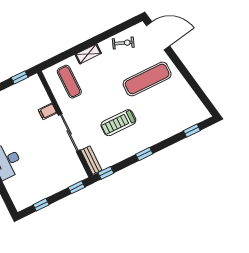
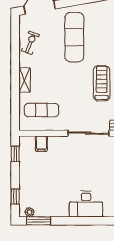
filing cabinet: (47, 111) -> (41, 144), moved
treadmill: (118, 123) -> (102, 83), turned 180

